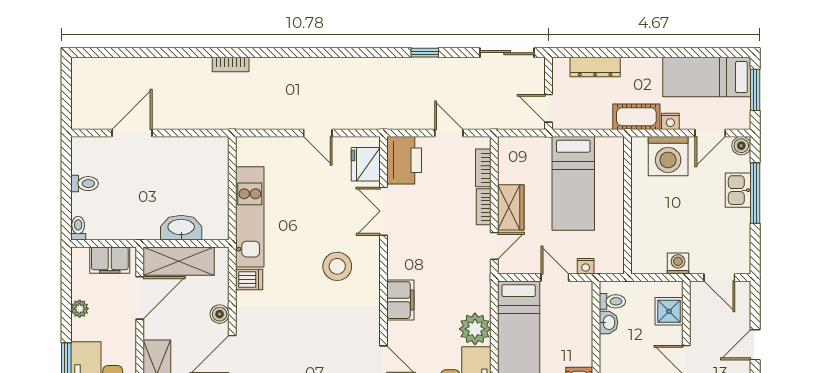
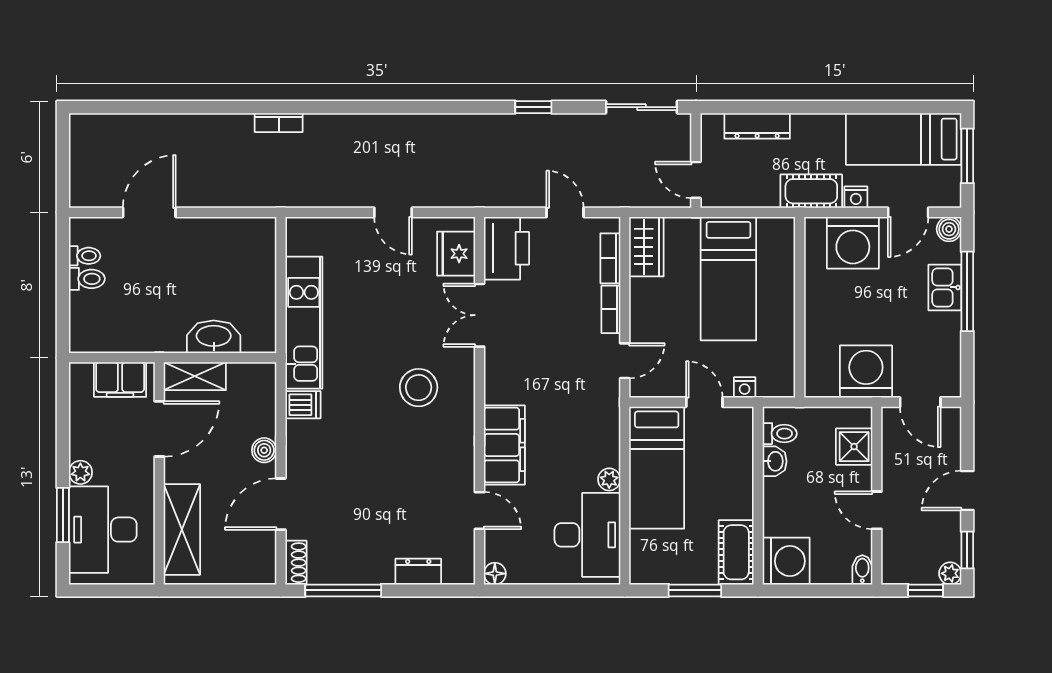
wardrobe: (511, 207) -> (646, 247), moved
toilet: (78, 228) -> (85, 256), moved, turned 90
shelving: (179, 261) -> (195, 376), width x0.67, depth x0.75
washing machine: (678, 264) -> (866, 372), width x1.89, depth x1.89
filing cabinet: (400, 300) -> (504, 445), width x1.50, depth x1.17
plant: (80, 309) -> (80, 472), moved
plant: (475, 329) -> (609, 479), width x0.53, depth x0.53

